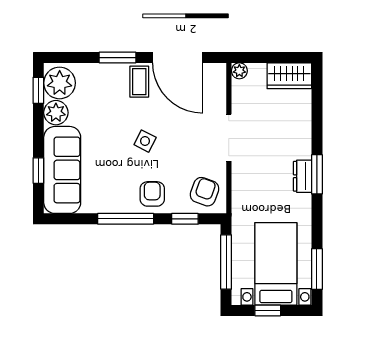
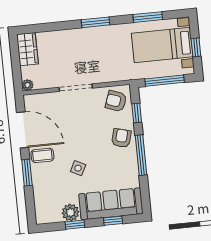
door: (178, 58) -> (23, 130), hinge flipped
plant: (60, 83) -> (49, 212), removed
window: (38, 90) -> (75, 225), moved
side table: (145, 141) -> (78, 168), moved
dresser: (303, 176) -> (98, 32), removed
armchair: (152, 194) -> (121, 138), turned 105
window: (317, 269) -> (148, 17), moved

